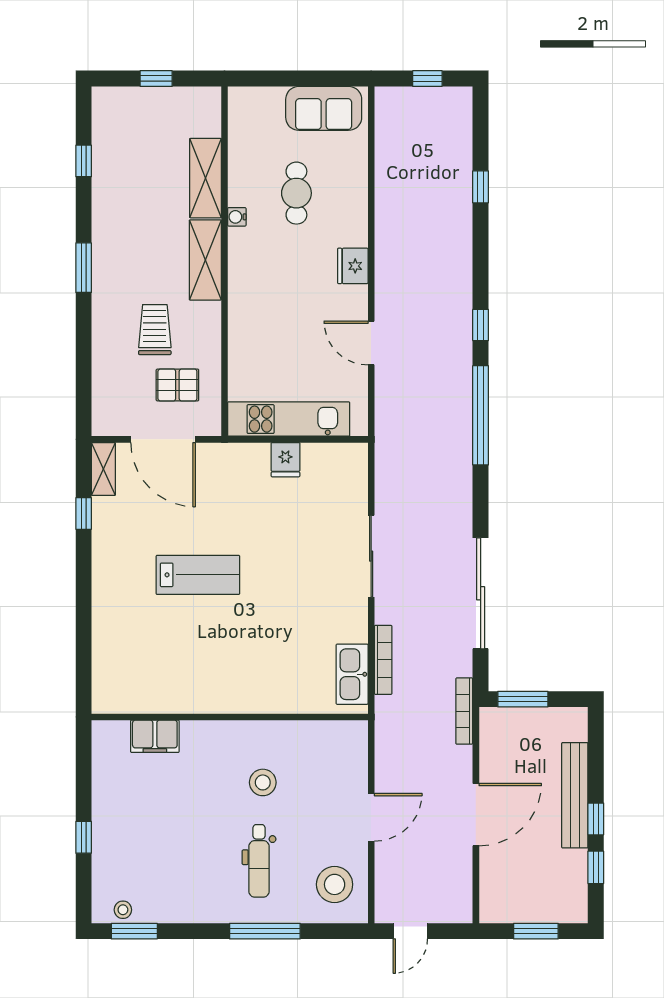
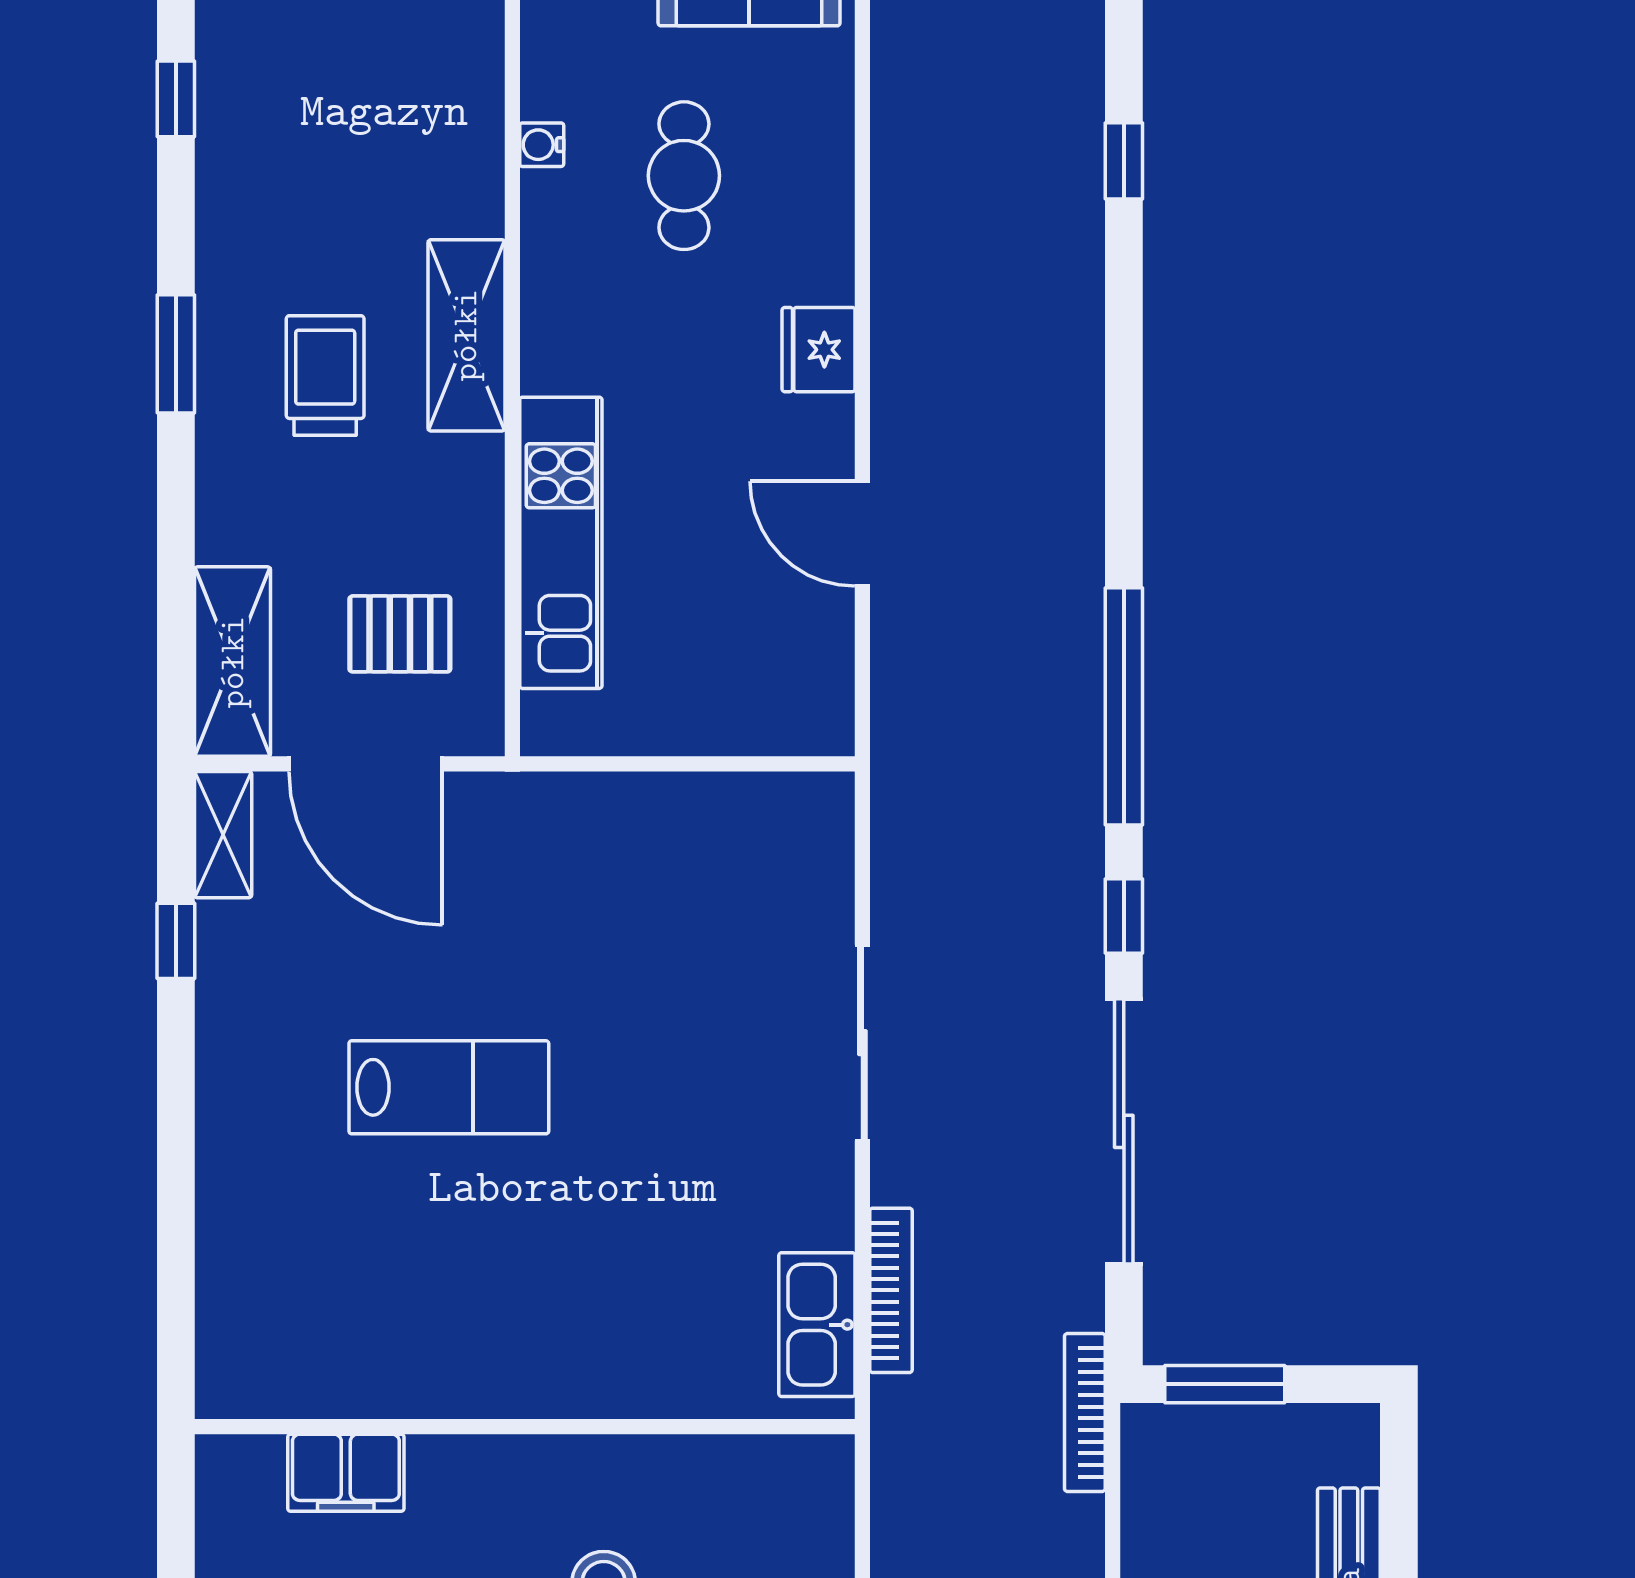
shelving: (205, 178) -> (233, 662), moved
water cooler: (237, 217) -> (542, 145), moved
window: (481, 325) -> (1124, 916), moved
trolley: (155, 330) -> (325, 375), moved
kitchen unit: (289, 419) -> (561, 543), moved, turned 90
fridge: (285, 460) -> (658, 812), removed

